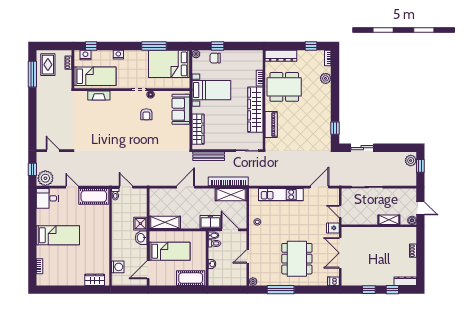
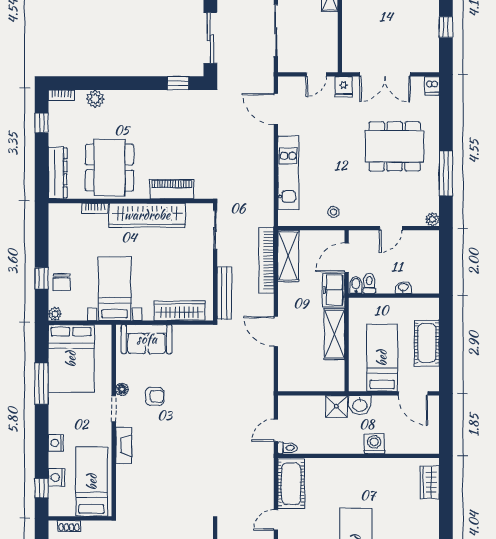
nightstand: (85, 55) -> (56, 477), moved
fireplace: (99, 95) -> (124, 446), moved
sliding door: (362, 148) -> (210, 38), width x1.37
shelving: (165, 222) -> (334, 334), moved
door: (248, 256) -> (391, 228), hinge flipped
washing machine: (118, 267) -> (374, 444), moved
cot: (191, 278) -> (427, 343), moved

